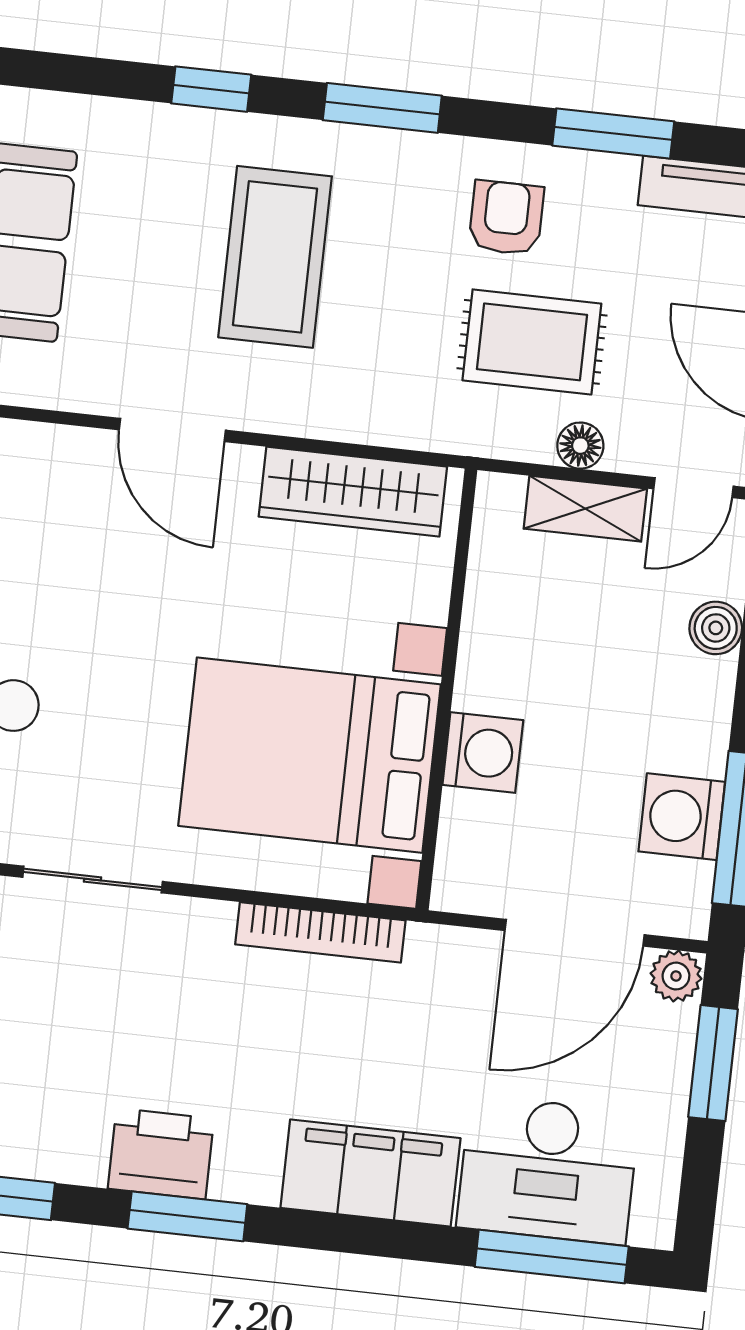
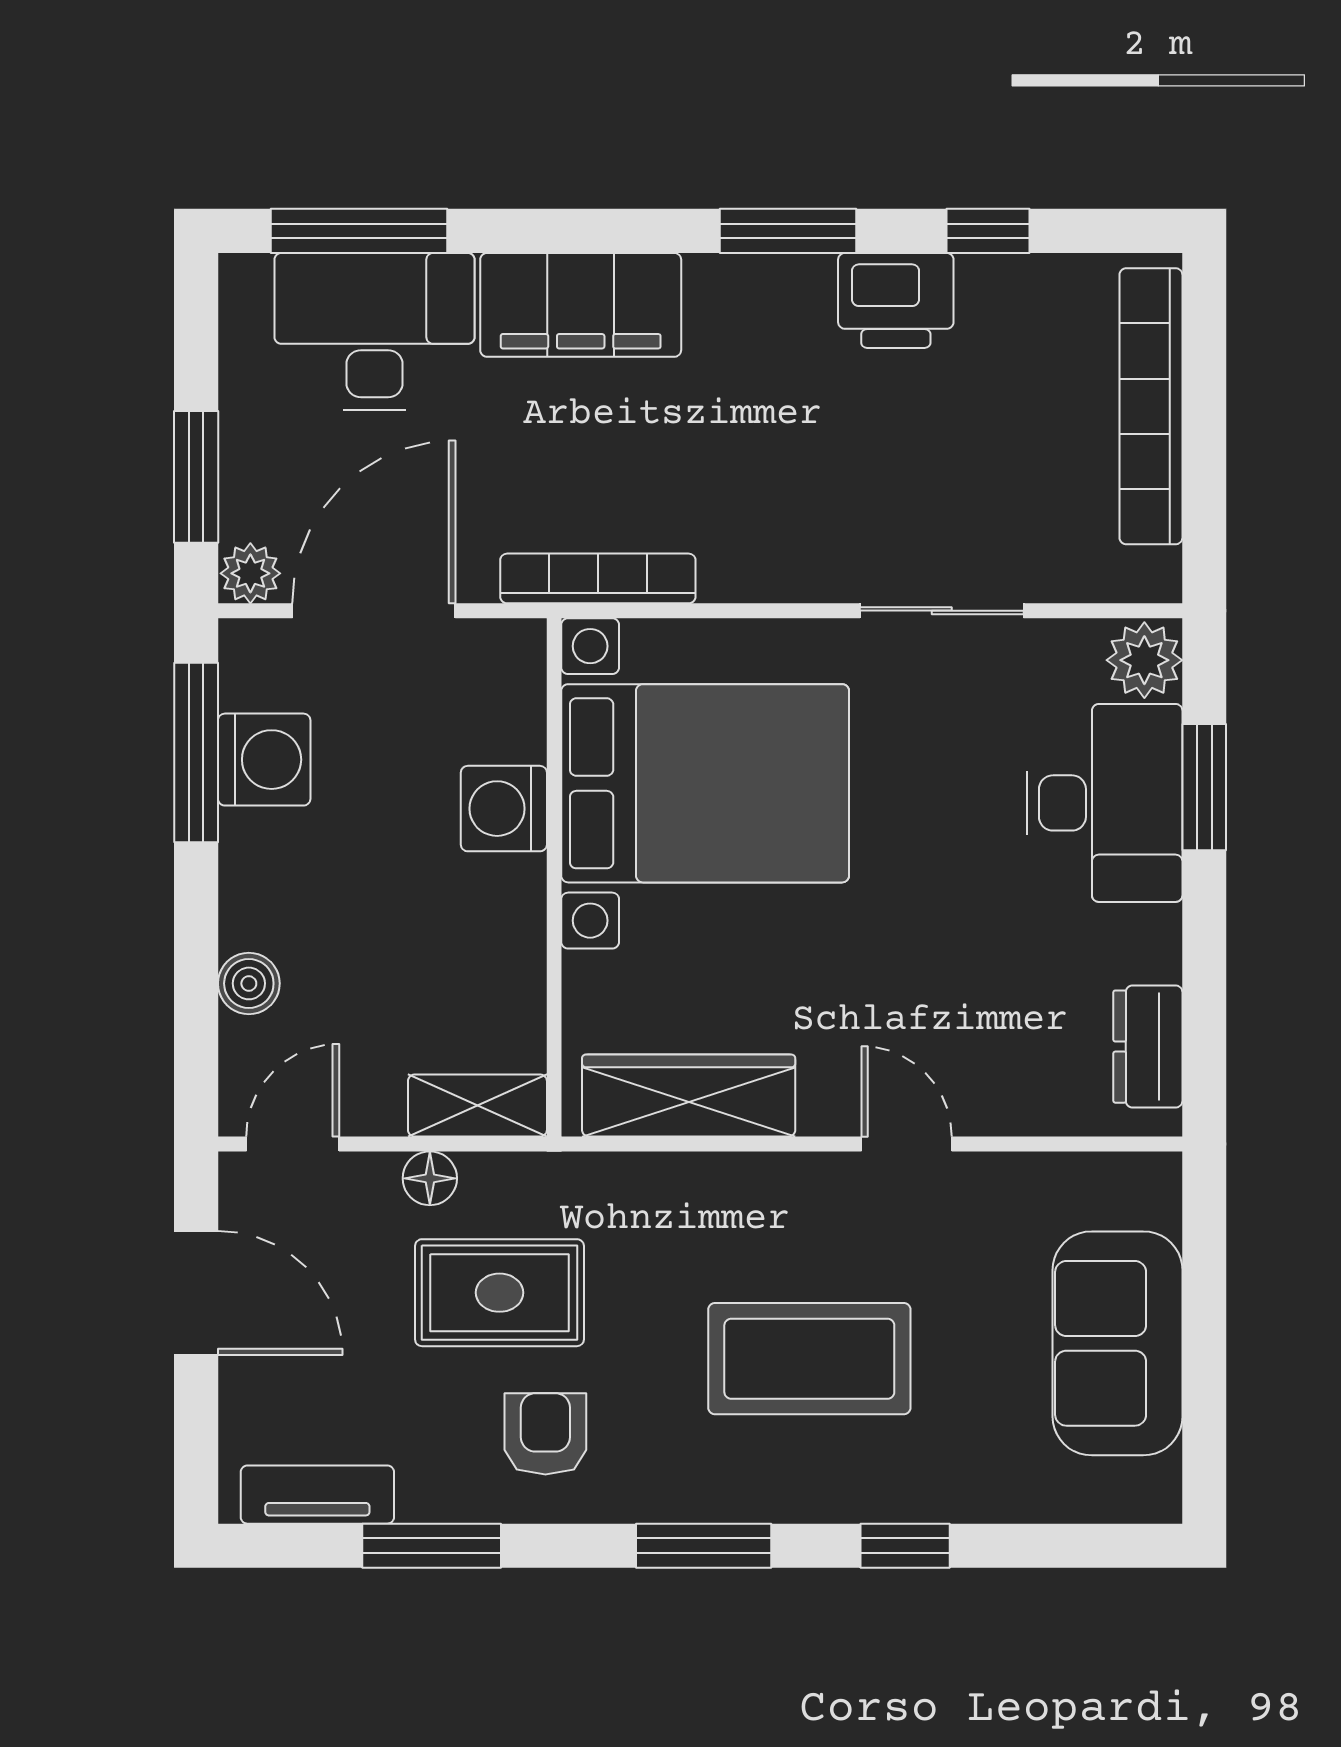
armchair: (506, 218) -> (545, 1434), turned 180
coffee table: (275, 257) -> (809, 1359), turned 90
door: (172, 430) -> (907, 1144), width x0.73
shelving: (585, 509) -> (477, 1105), moved
bookcase: (320, 932) -> (598, 578), moved
printer: (161, 1154) -> (896, 300), moved

